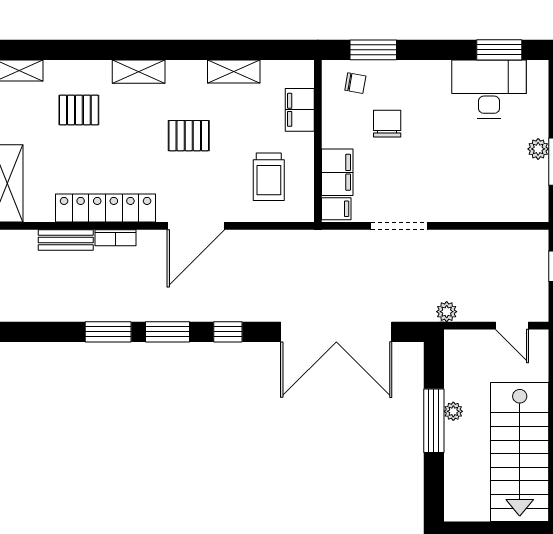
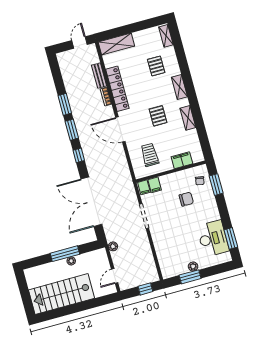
shelving: (234, 71) -> (188, 118), moved
filing cabinet: (337, 172) -> (155, 185), width x0.50
trolley: (269, 177) -> (150, 155), turned 90

